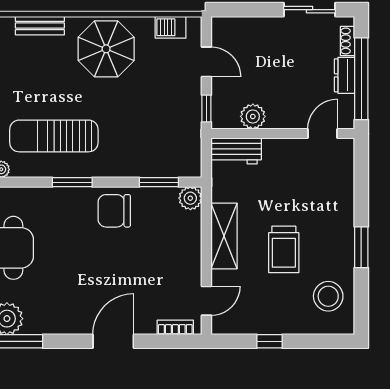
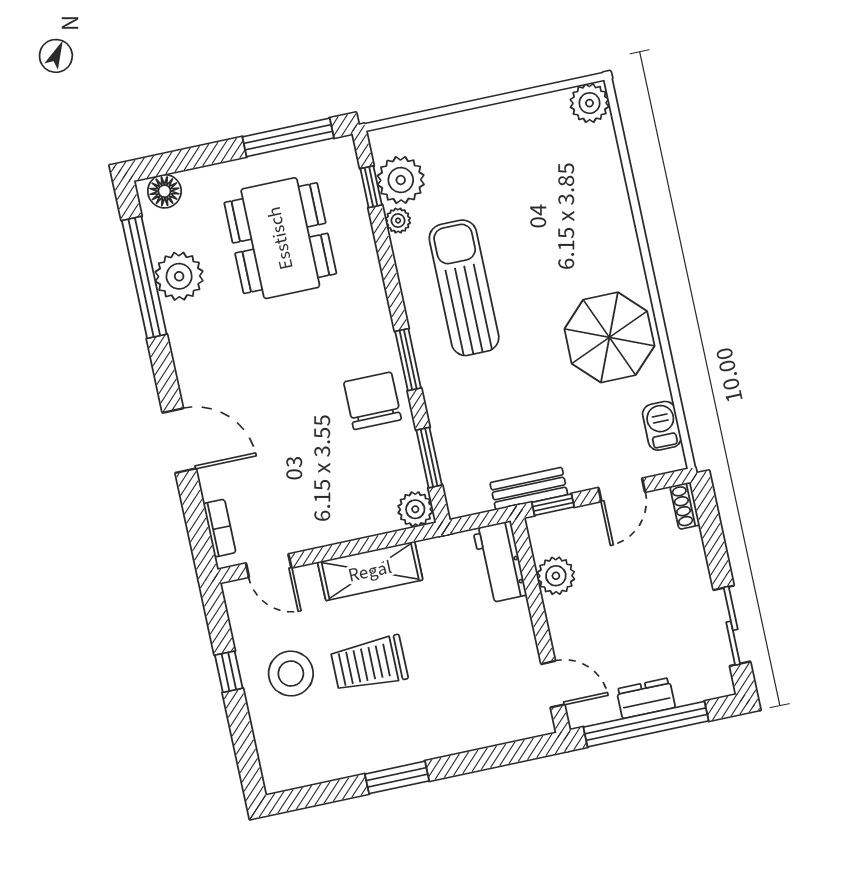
bench: (40, 26) -> (529, 489), moved, turned 90
shoe rack: (347, 41) -> (685, 506), moved, turned -90
window: (72, 182) -> (408, 360), moved
stool: (328, 296) -> (291, 674), moved

